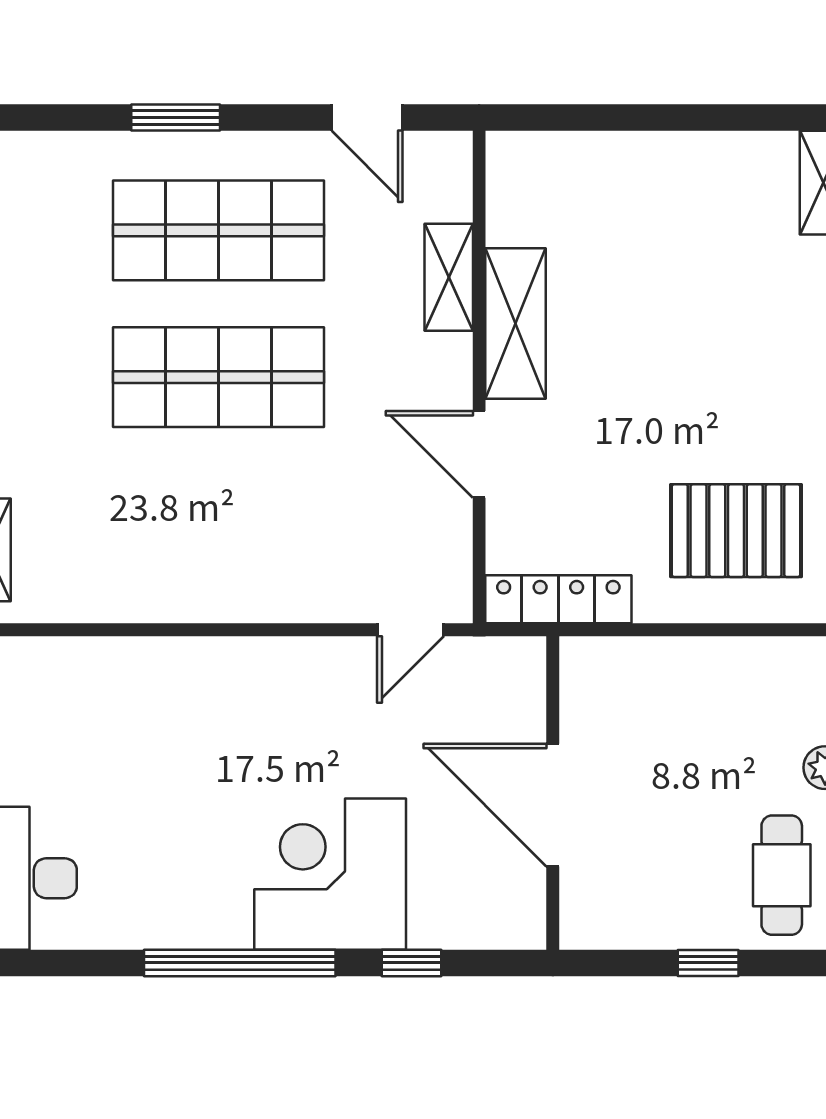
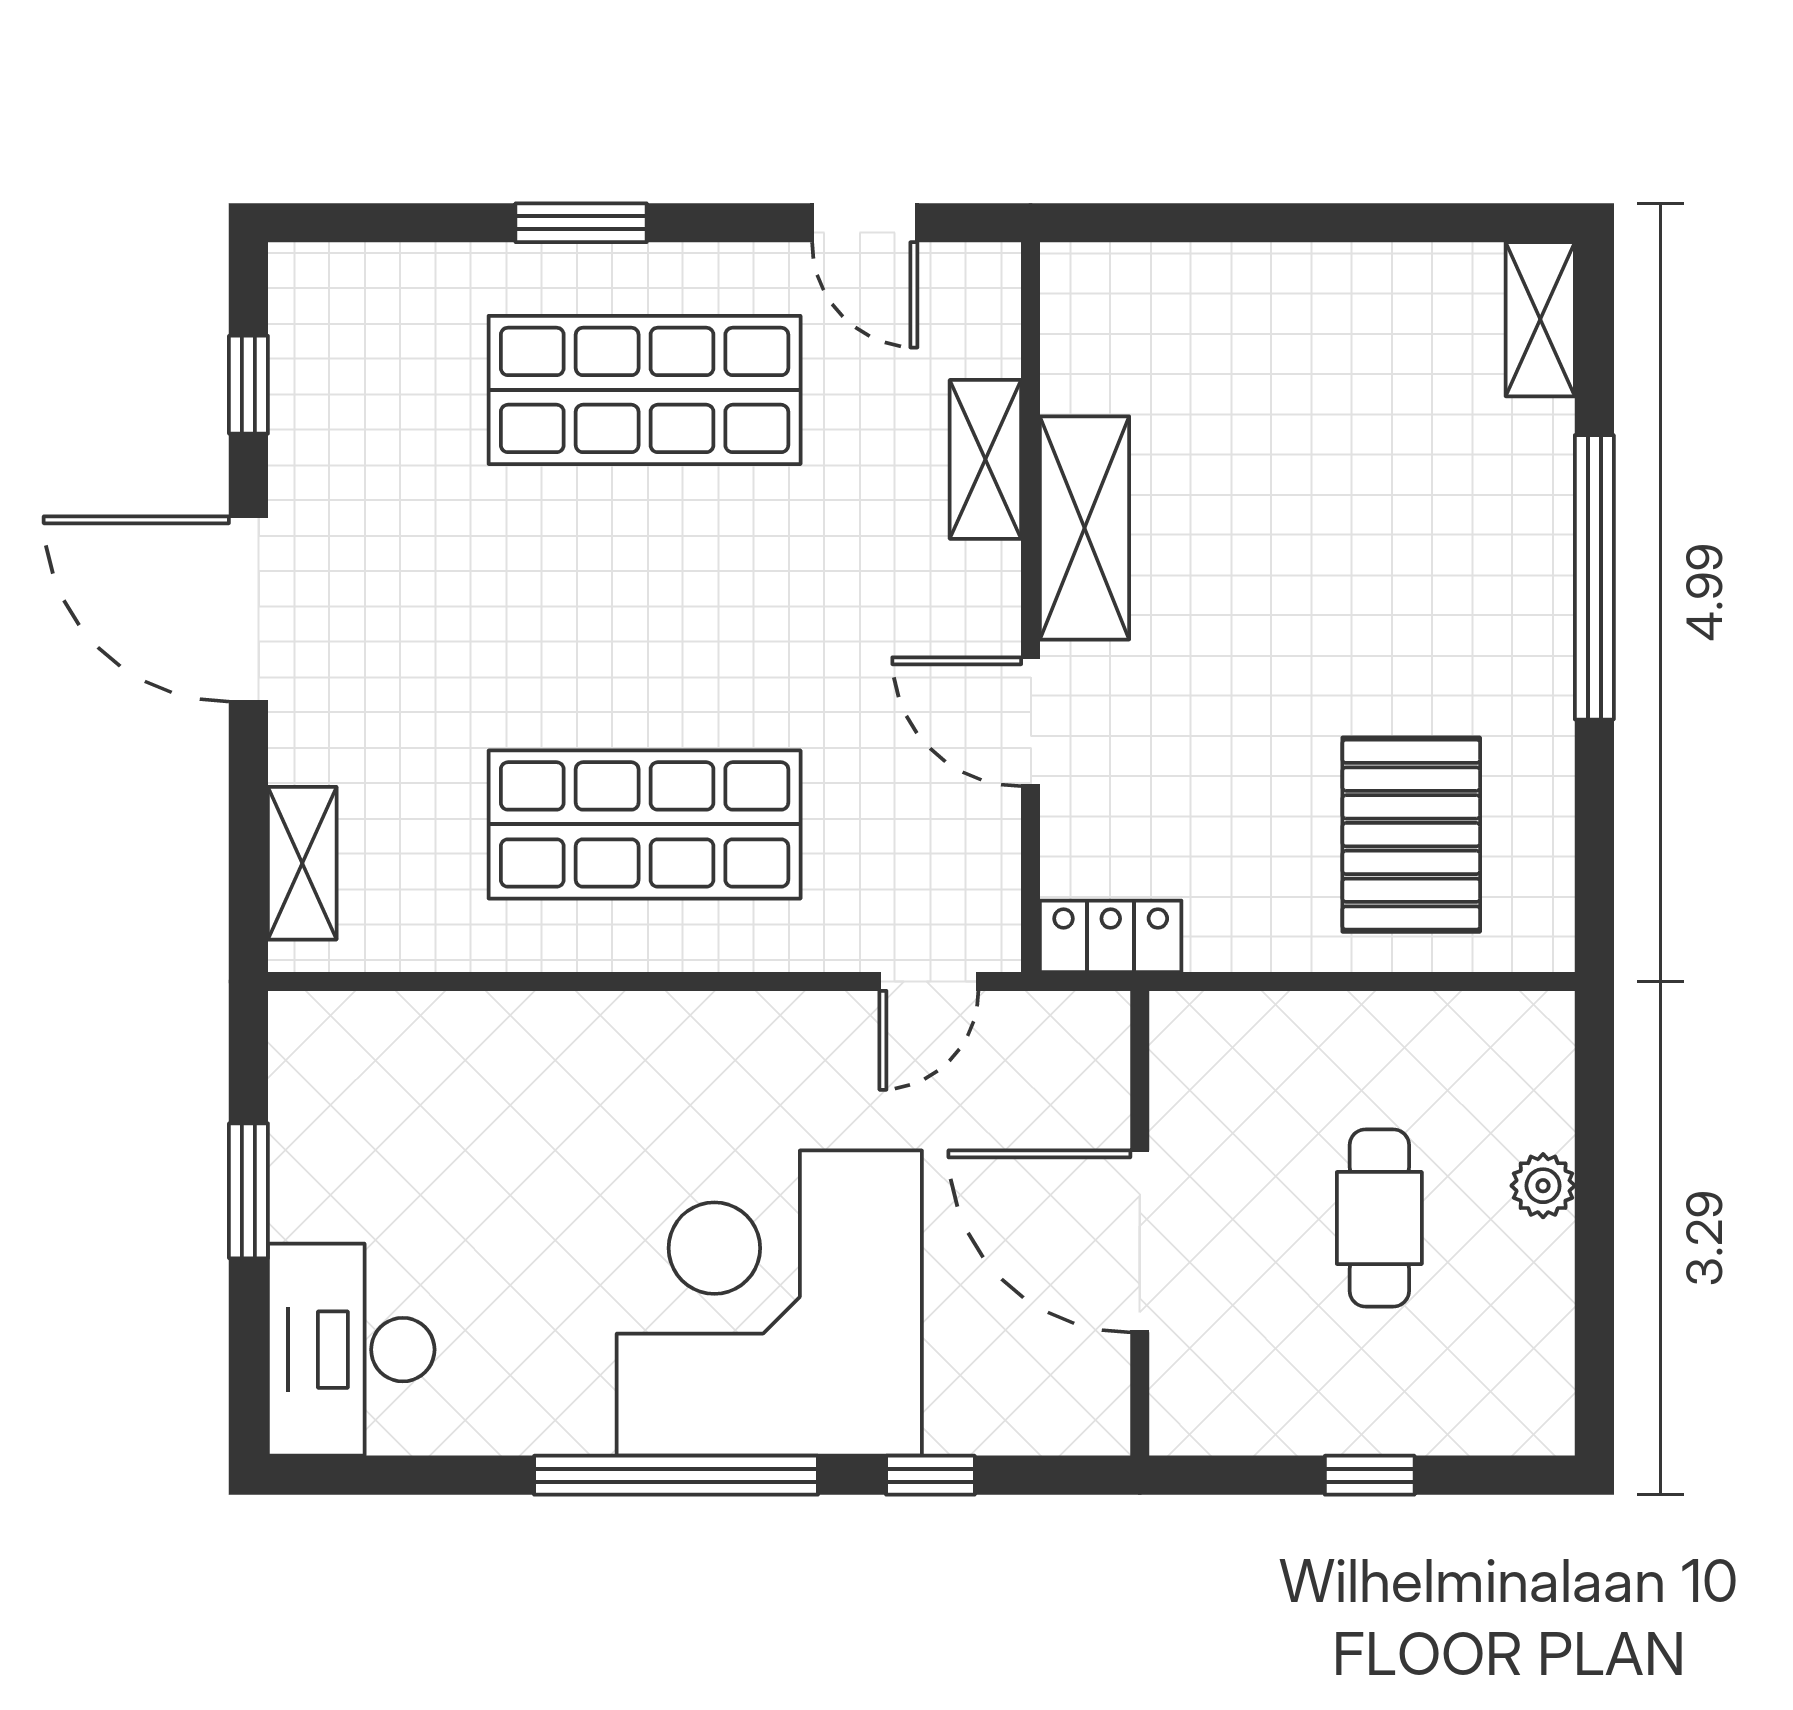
shop shelf: (219, 377) -> (645, 824), moved
pallet: (736, 531) -> (1411, 835), turned 90
locker: (558, 599) -> (1111, 936), width x0.66
corner desk: (330, 874) -> (769, 1303), width x1.36, depth x1.36
cafe table: (782, 875) -> (1379, 1218), moved

